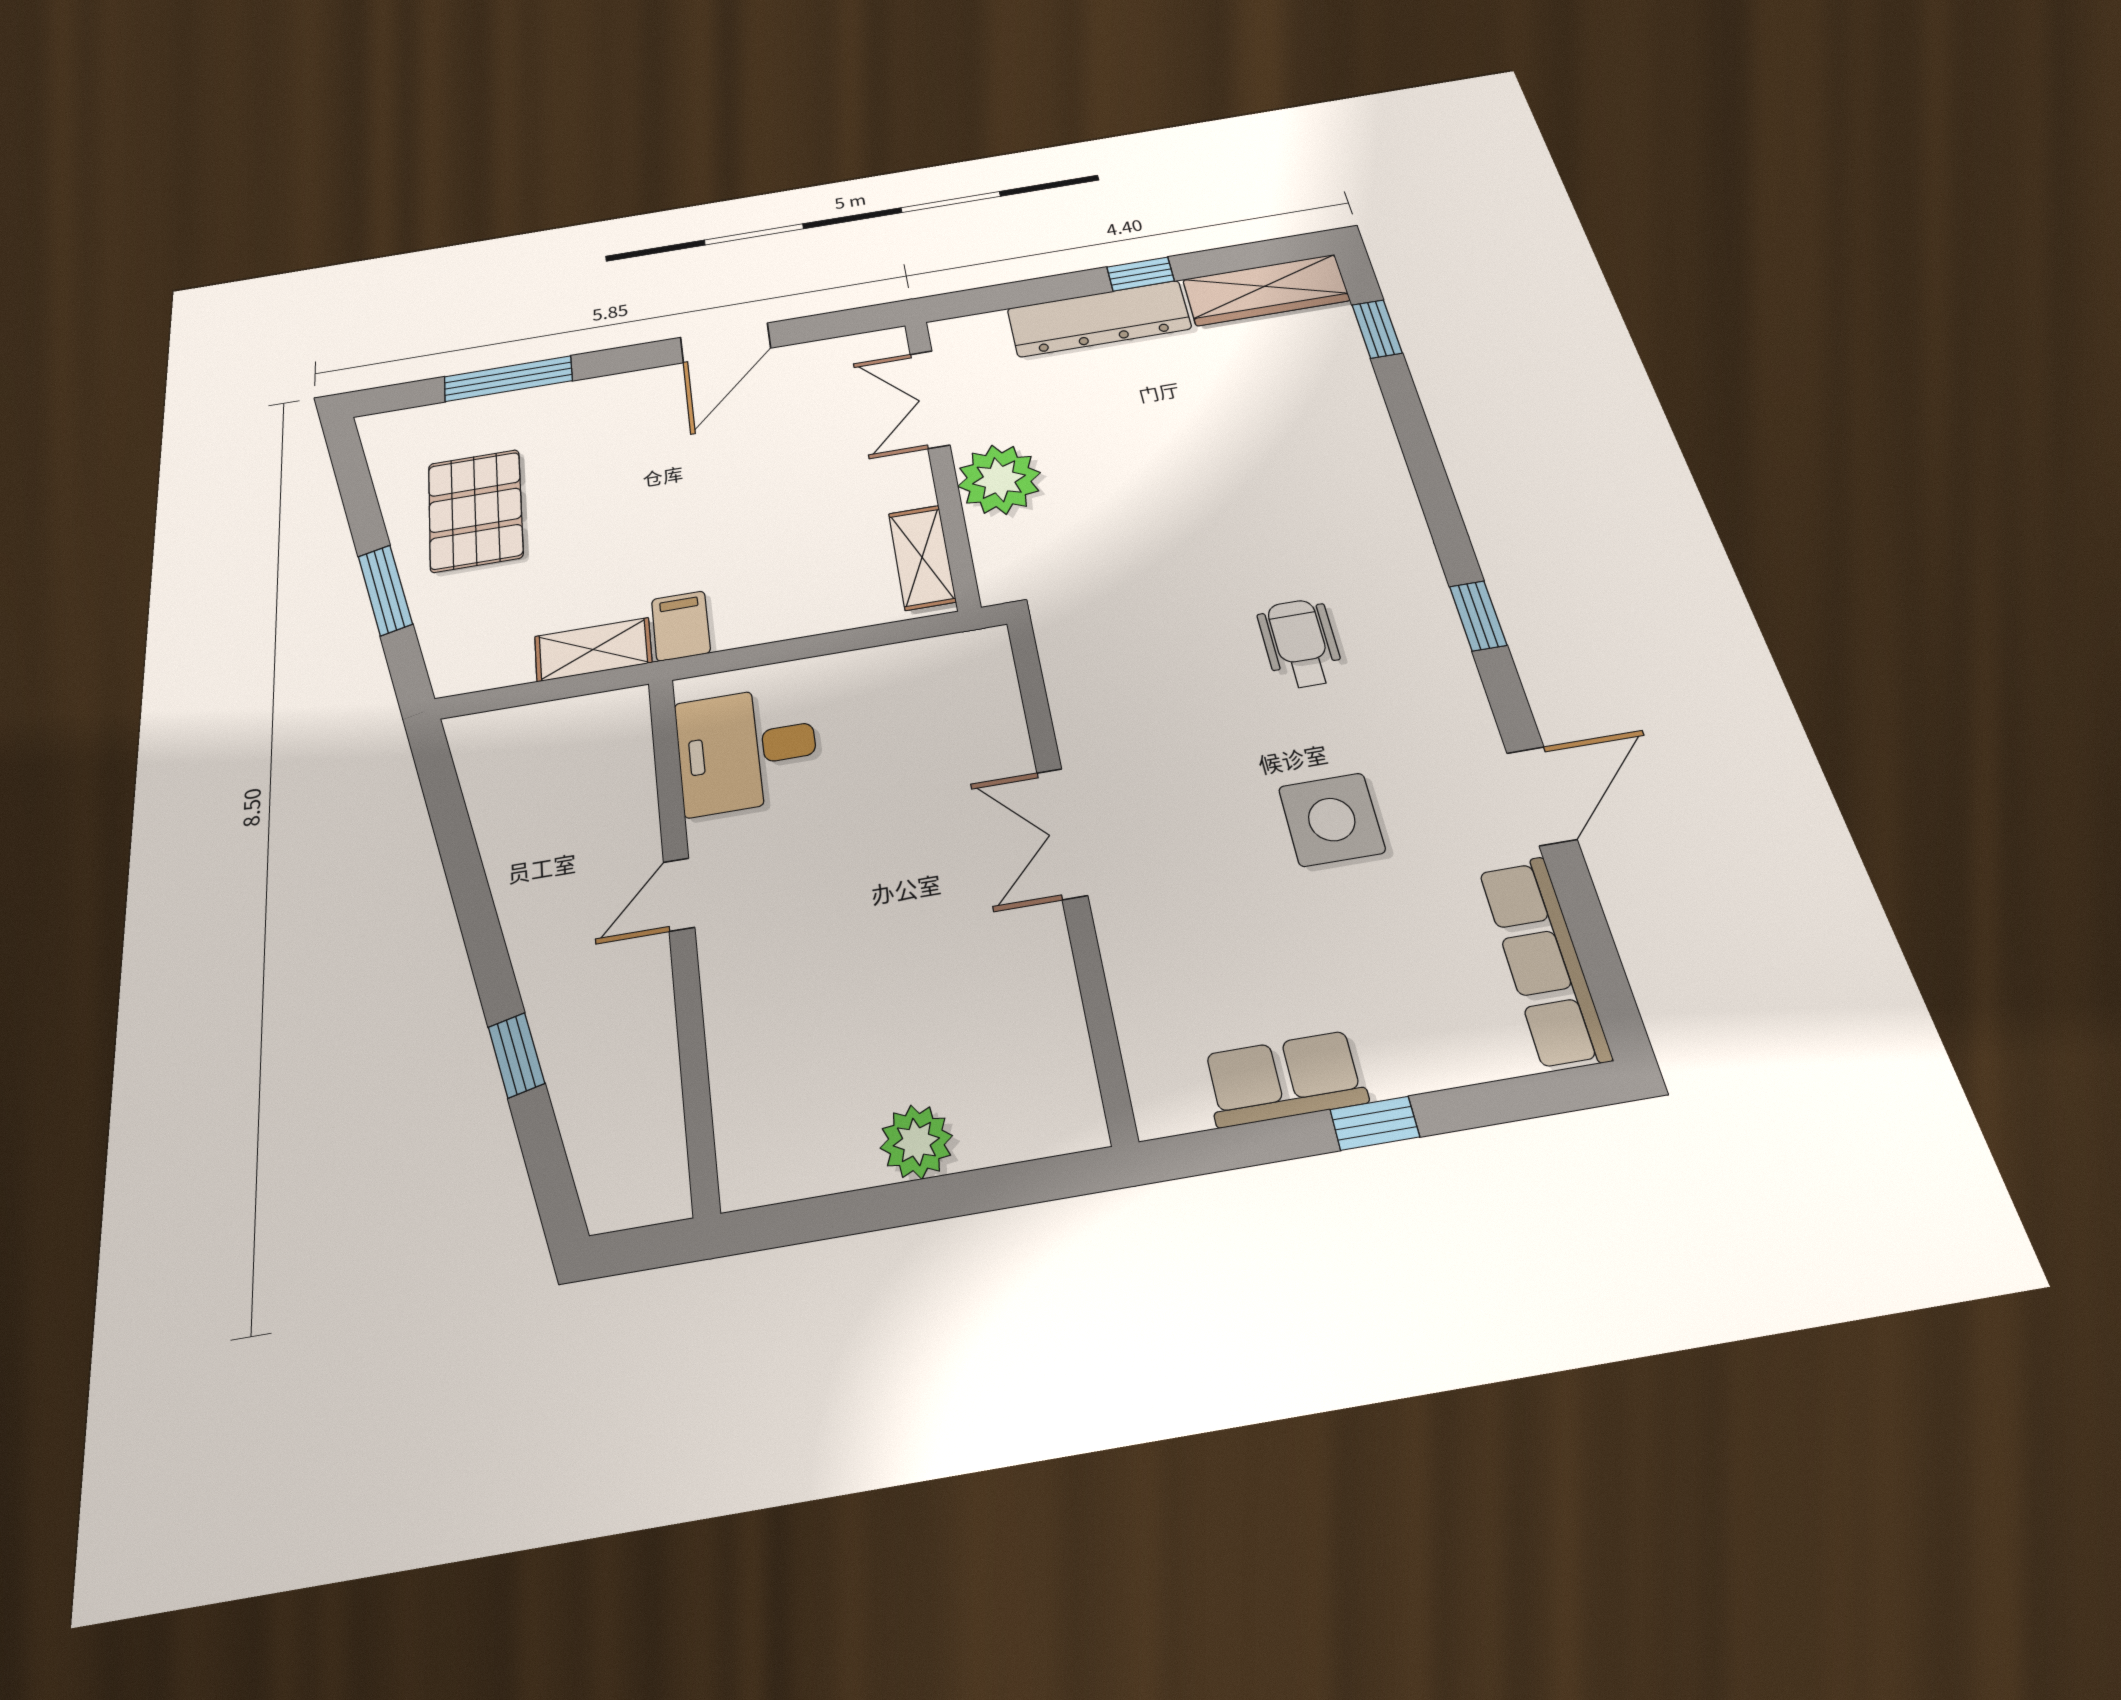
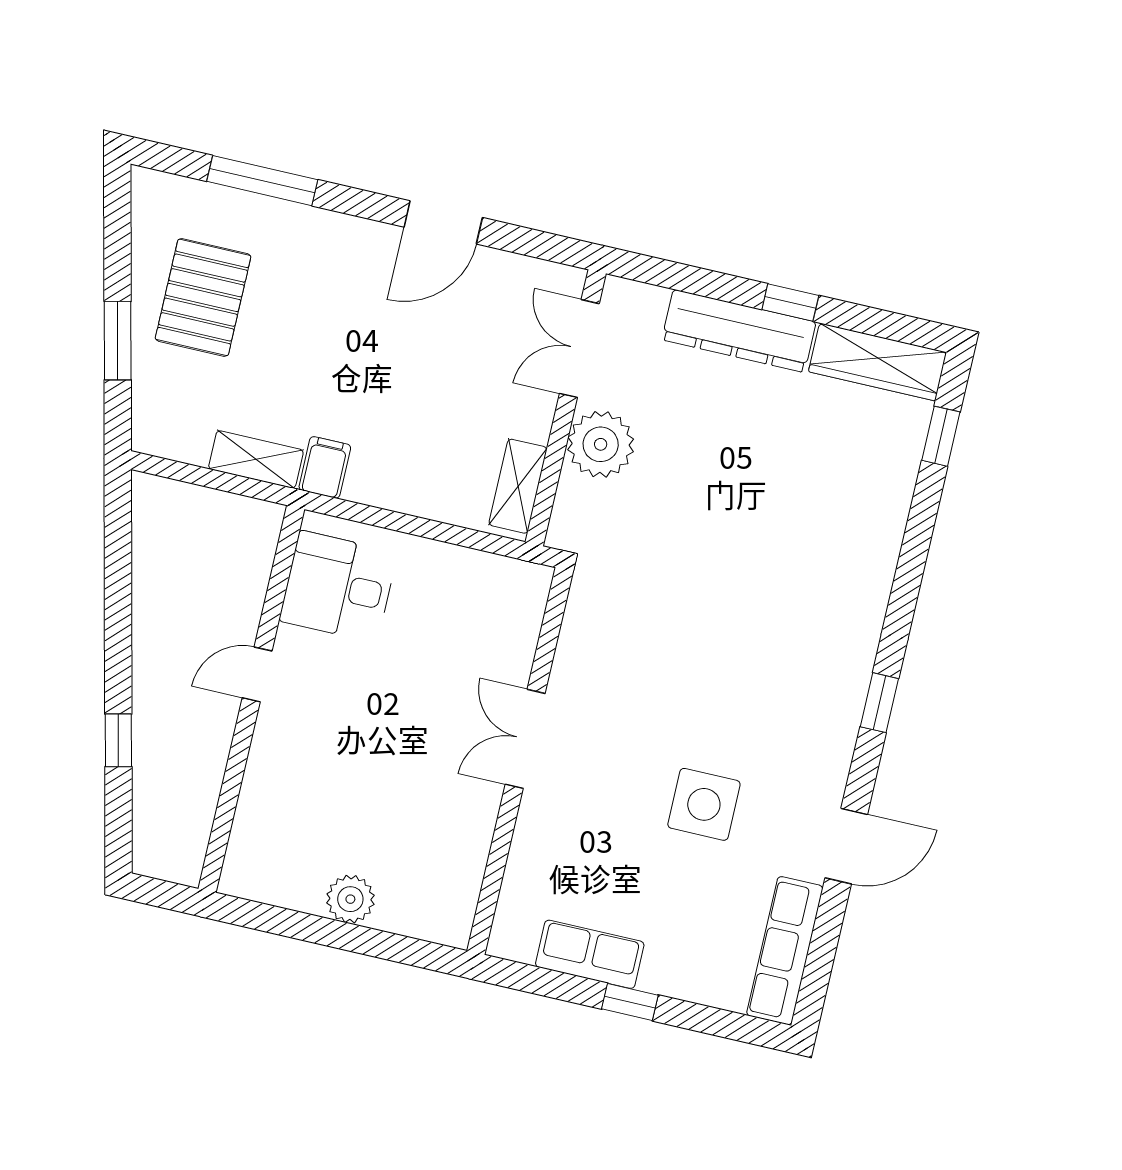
wheelchair: (1300, 643) -> (749, 671), removed

